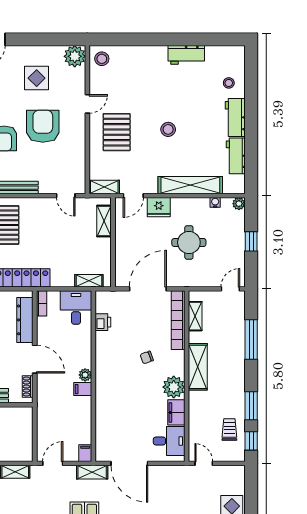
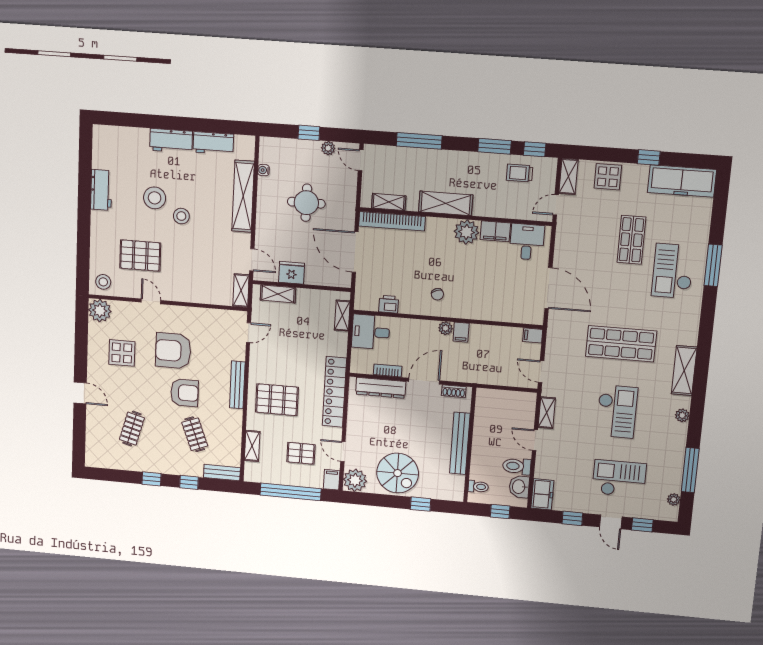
stool: (229, 83) -> (155, 198), moved, width x1.89, depth x1.89
pallet: (117, 132) -> (140, 256), moved
plant: (239, 204) -> (328, 148), moved
fridge: (159, 207) -> (292, 273), moved, turned -90
bookcase: (42, 303) -> (388, 370), moved
chair: (147, 357) -> (437, 294), moved
door: (129, 463) -> (548, 288), hinge flipped
shelving: (92, 472) -> (568, 176), moved

